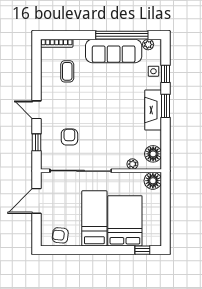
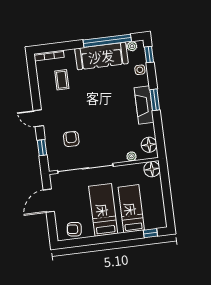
window: (165, 74) -> (149, 55), moved
bed: (125, 221) -> (131, 209), width x0.67

